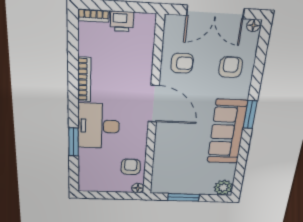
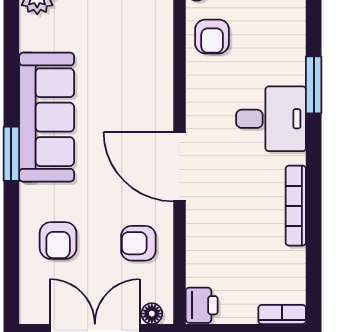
printer: (122, 21) -> (202, 305), moved, turned 90
floor lamp: (253, 25) -> (152, 314), moved
desk: (99, 126) -> (271, 119), width x0.73

